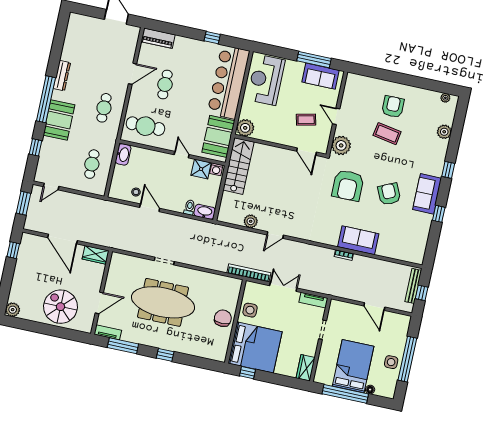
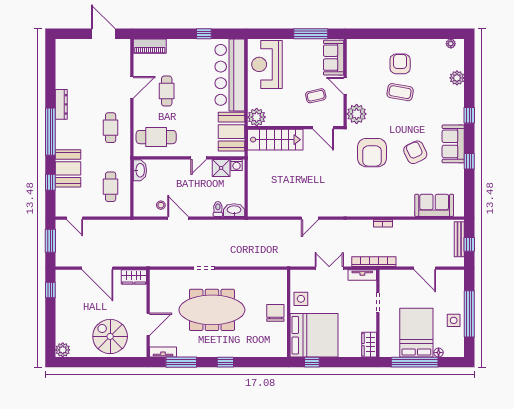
sofa: (320, 76) -> (334, 58), moved, turned 90
booth: (59, 120) -> (68, 168), moved
door: (182, 155) -> (199, 158), swing flipped
stairs: (238, 166) -> (275, 140), moved, turned 90
door: (51, 187) -> (75, 218), hinge flipped
plant: (251, 221) -> (282, 210), removed
sofa: (358, 240) -> (434, 205), moved
bookcase: (249, 273) -> (374, 262), moved

